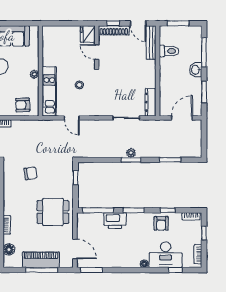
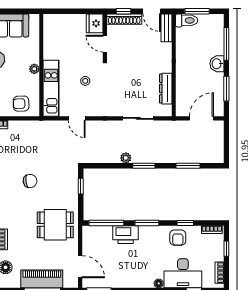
bench: (151, 43) -> (166, 28), width x0.73
toilet: (169, 51) -> (187, 20), moved
dresser: (150, 102) -> (166, 89), moved
plant: (131, 153) -> (126, 158), moved

